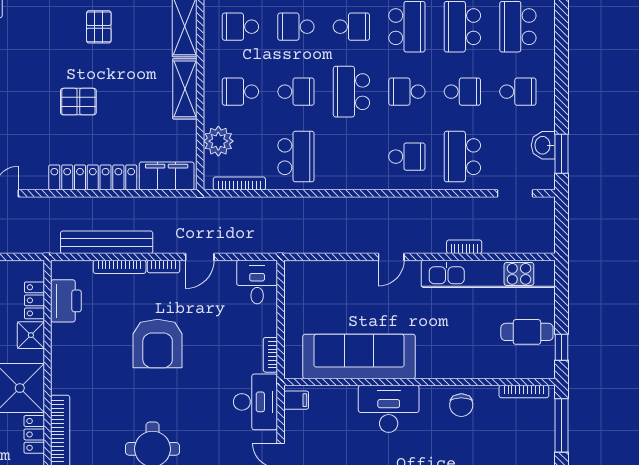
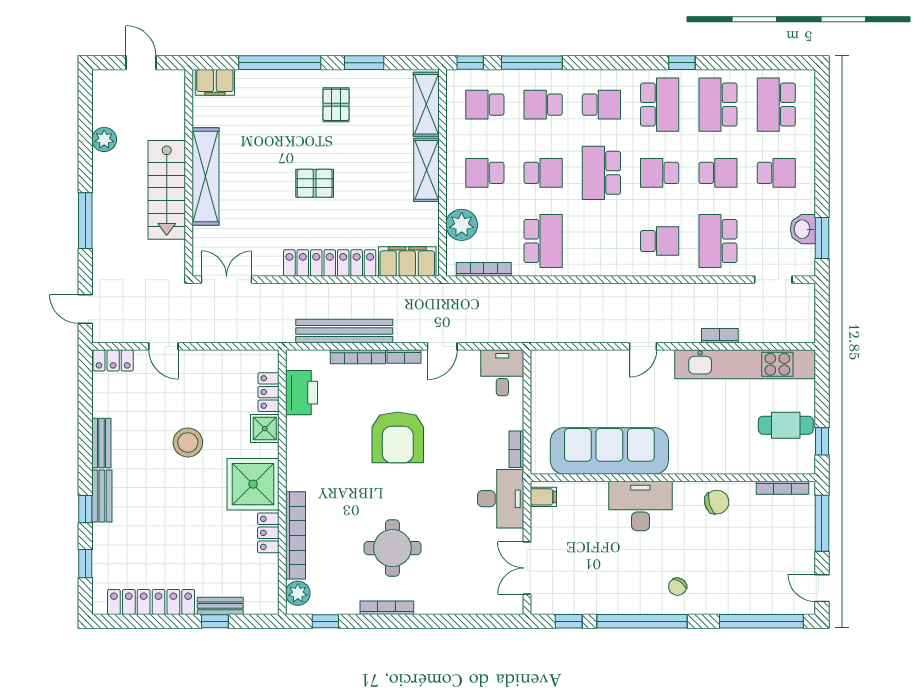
chair: (461, 405) -> (717, 502), turned -107

